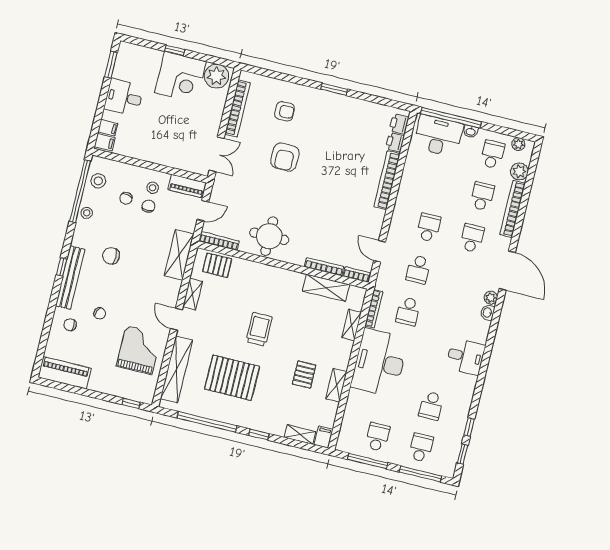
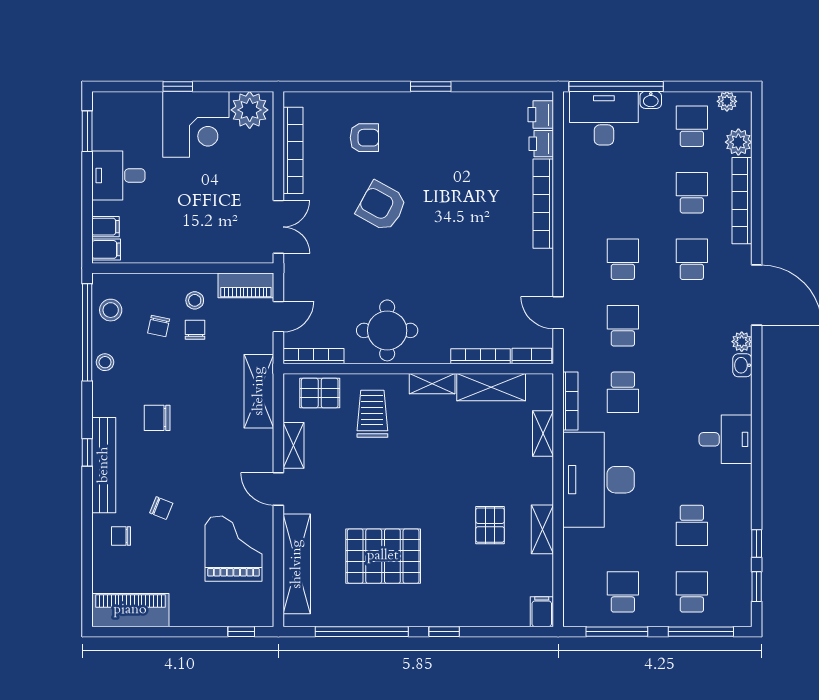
armchair: (285, 157) -> (382, 206), turned 119
school desk: (418, 269) -> (623, 326), turned 180
trolley: (259, 329) -> (372, 414), moved
shelving: (300, 435) -> (432, 384), moved

